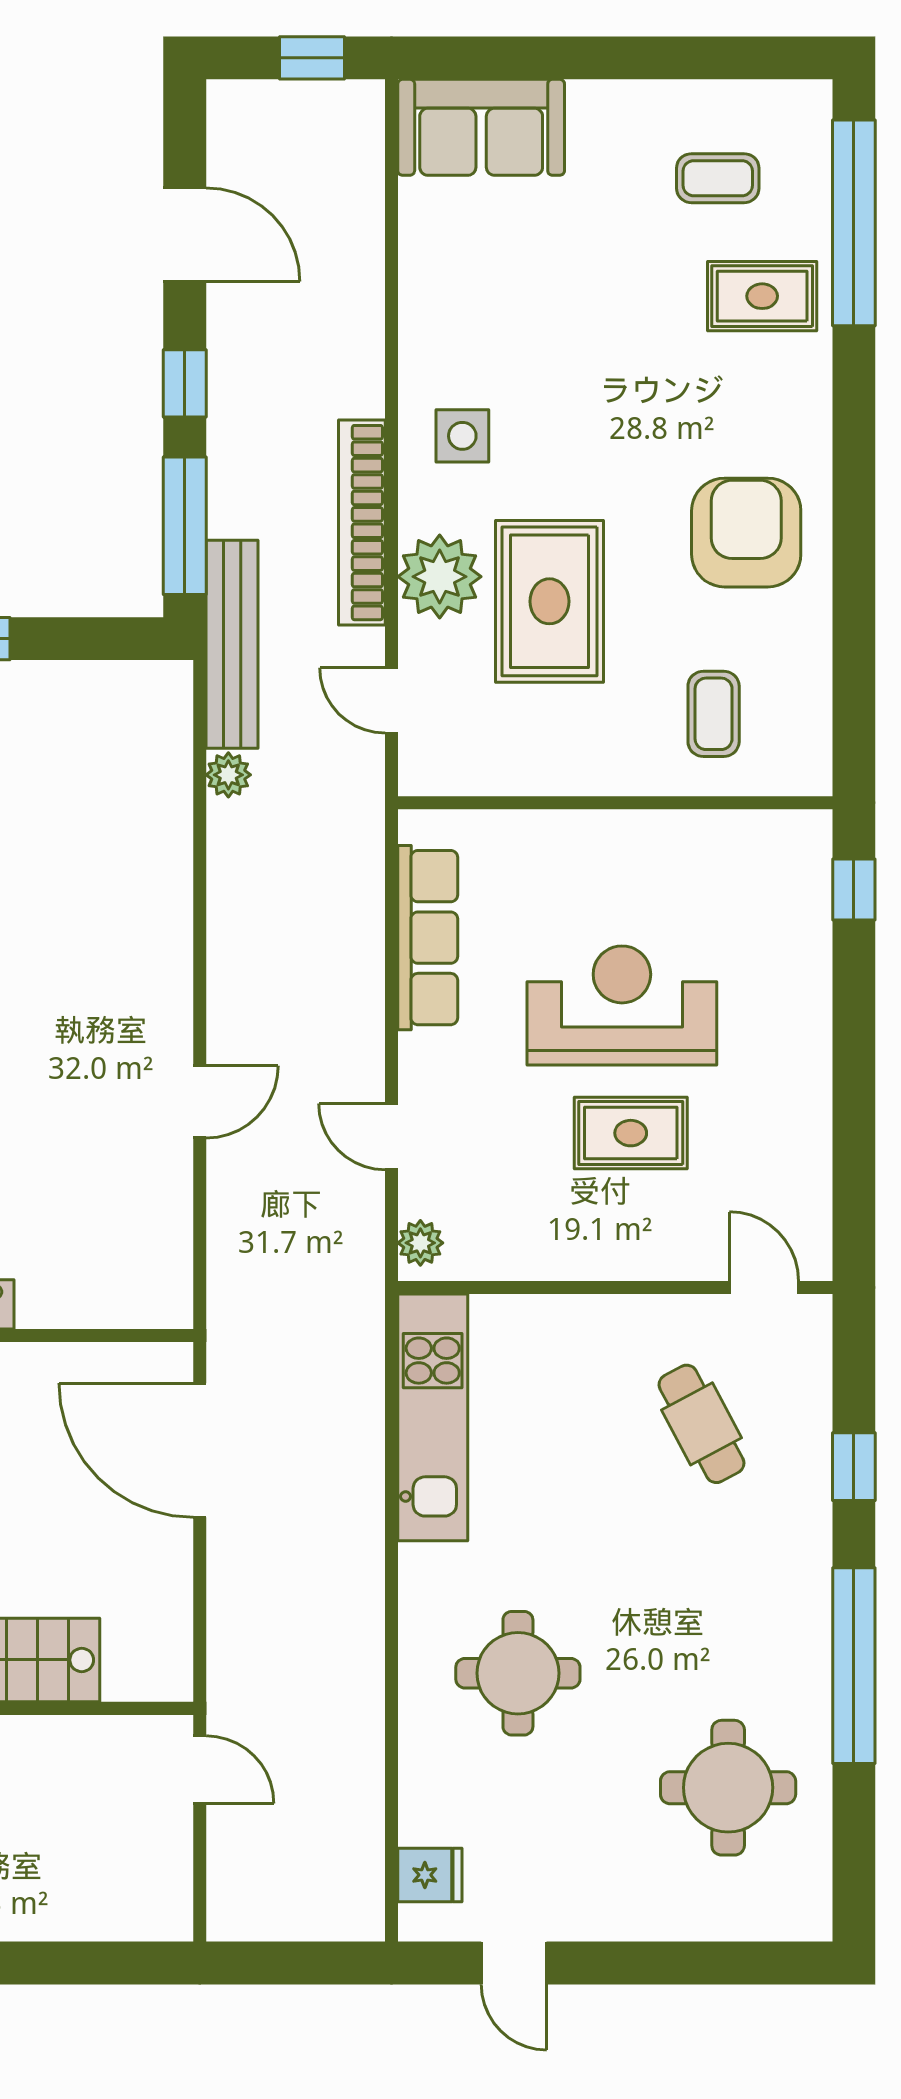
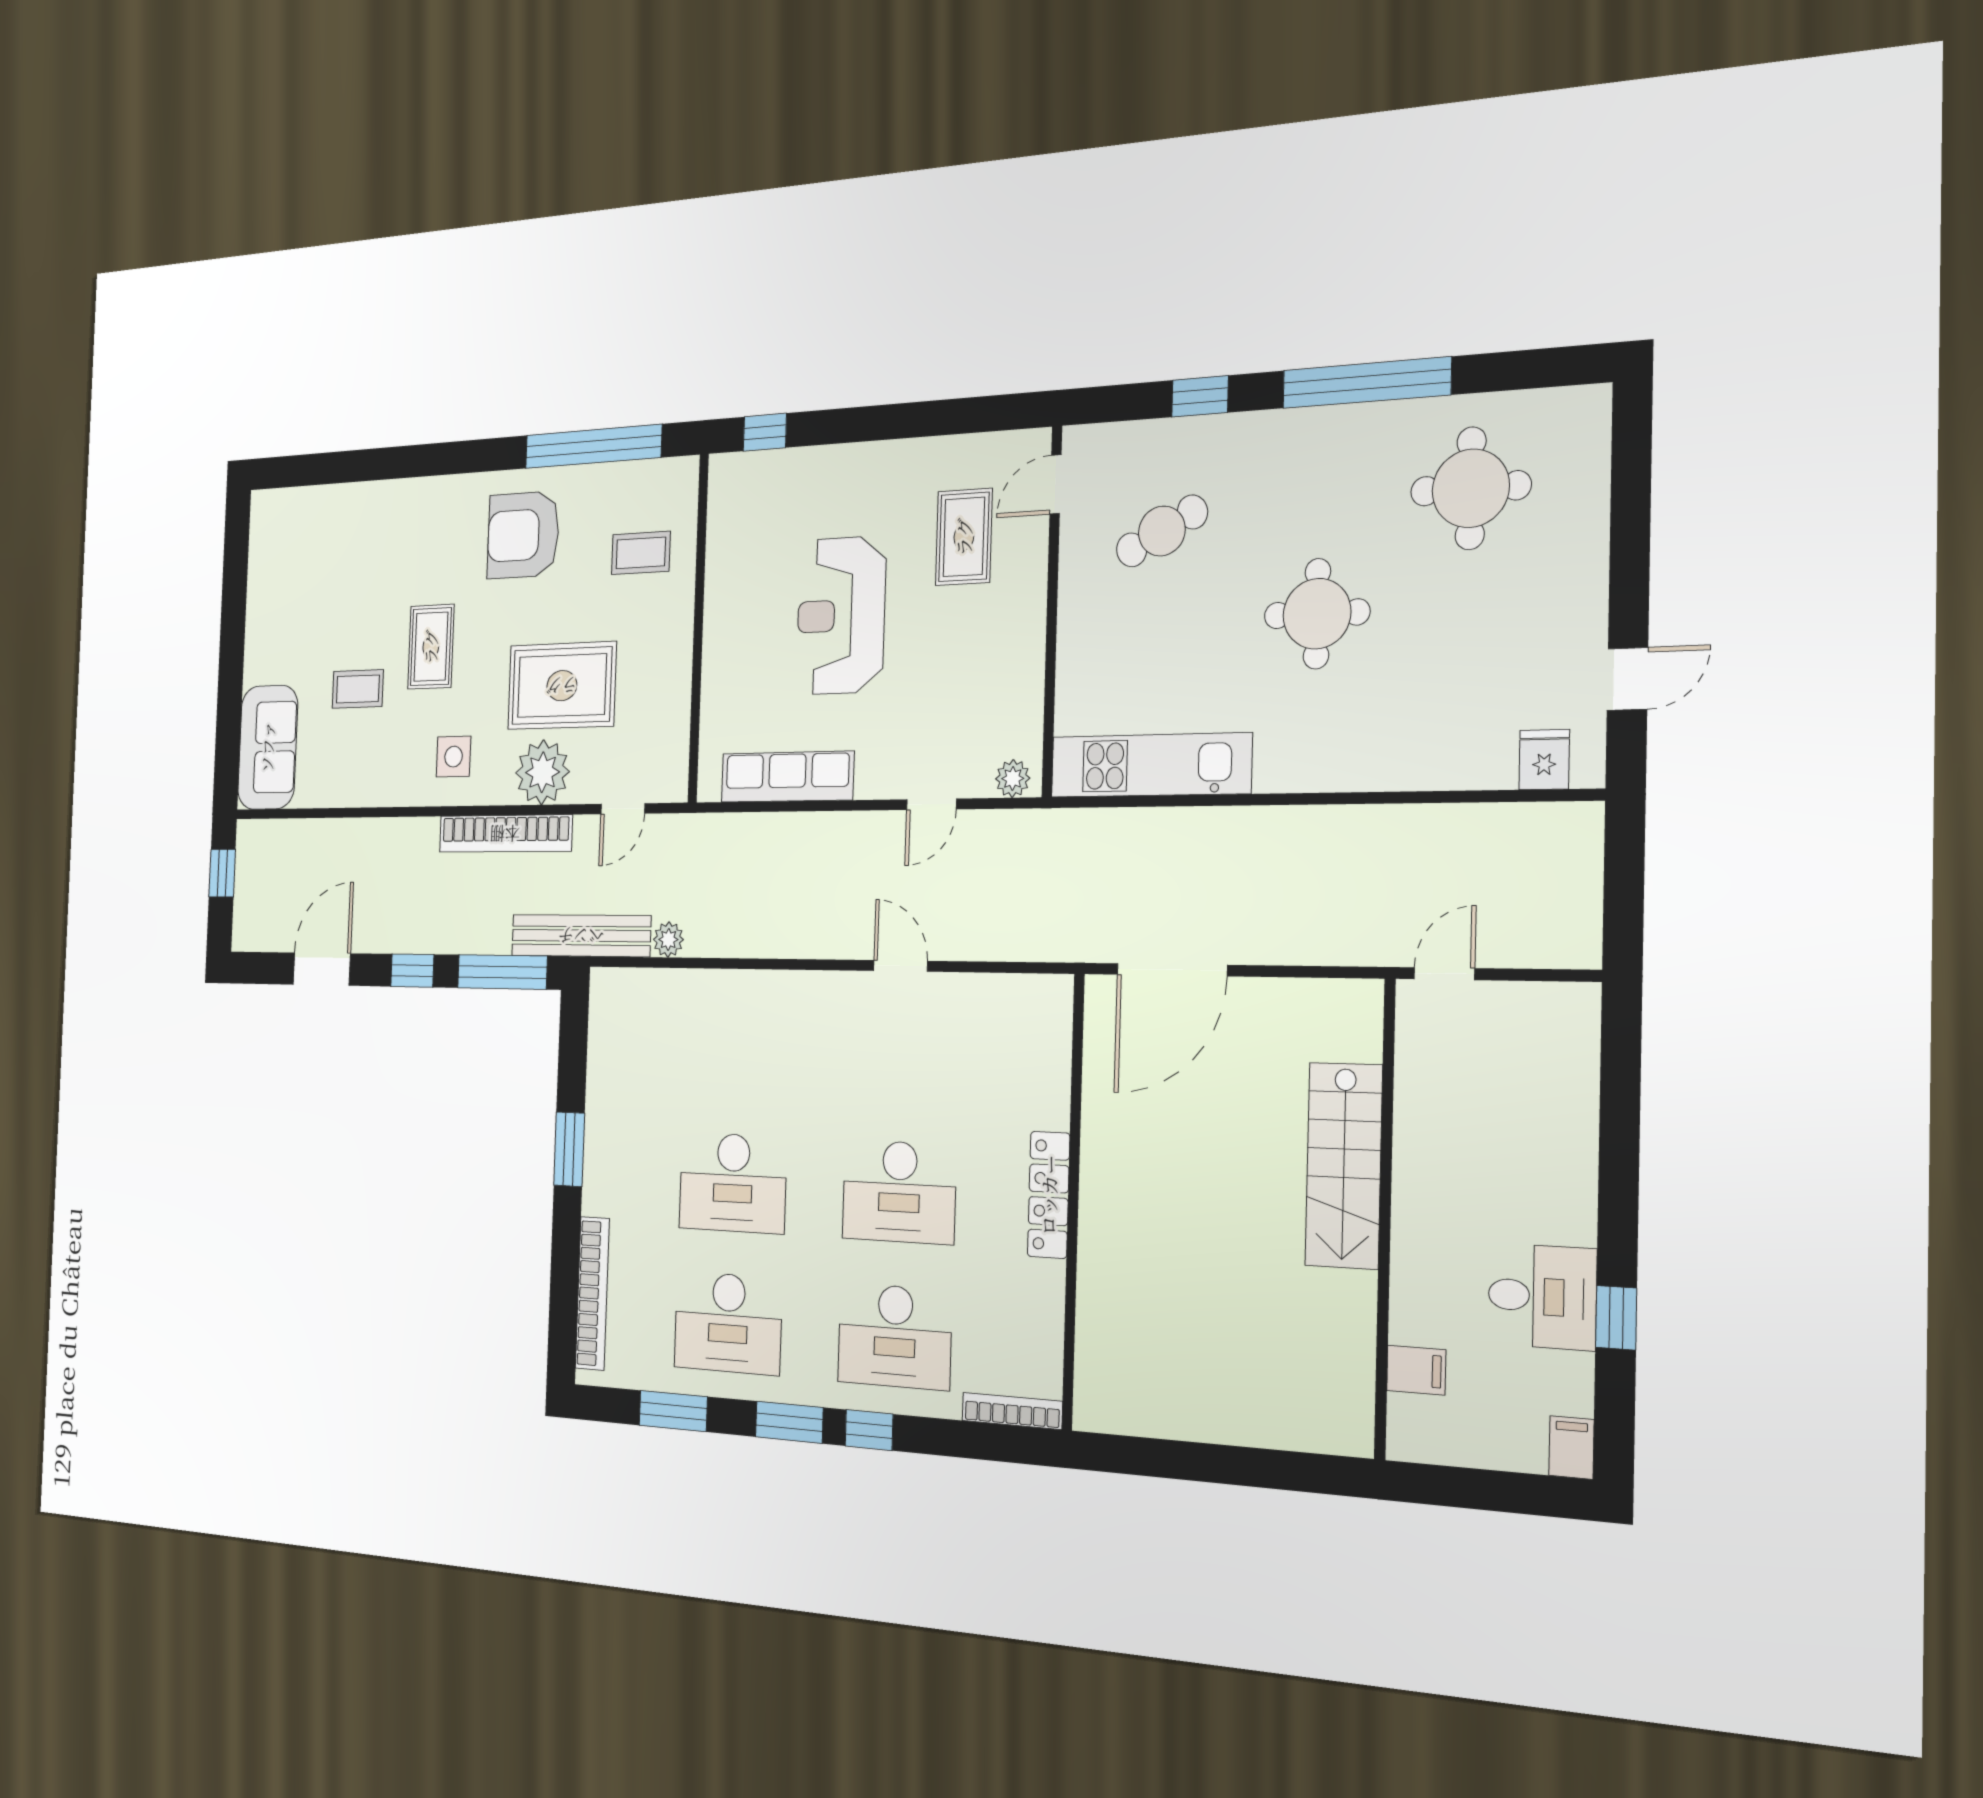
coffee table: (718, 178) -> (358, 689), moved, turned 90
window: (854, 223) -> (593, 446), moved
rug: (762, 296) -> (431, 647), moved
rug: (631, 1133) -> (964, 537), moved
round table: (518, 1673) -> (1317, 614), moved

